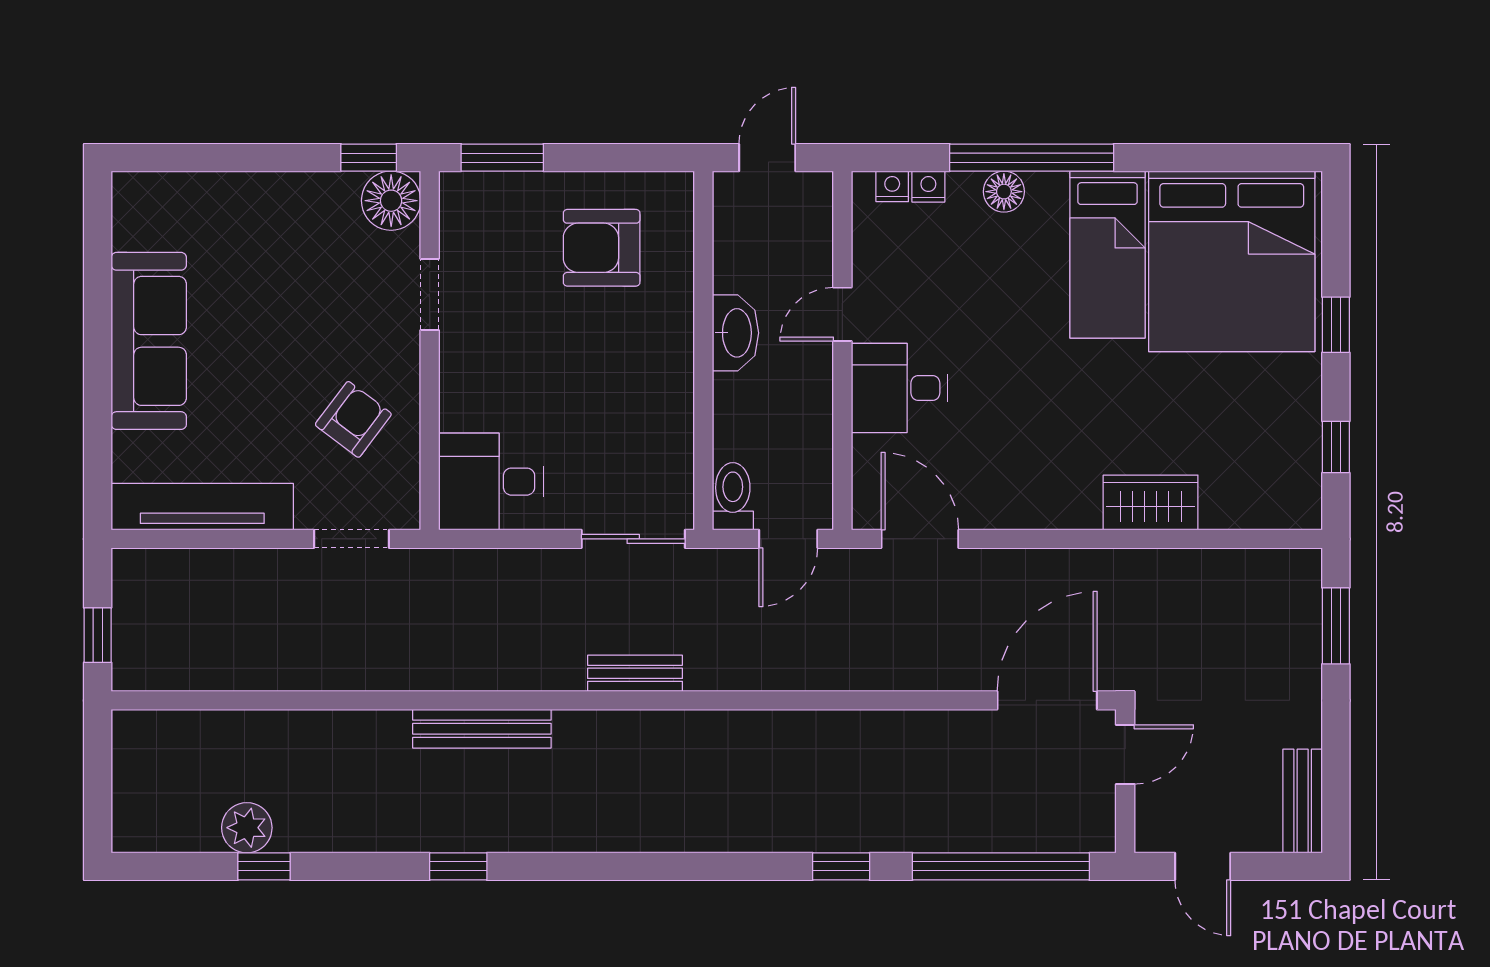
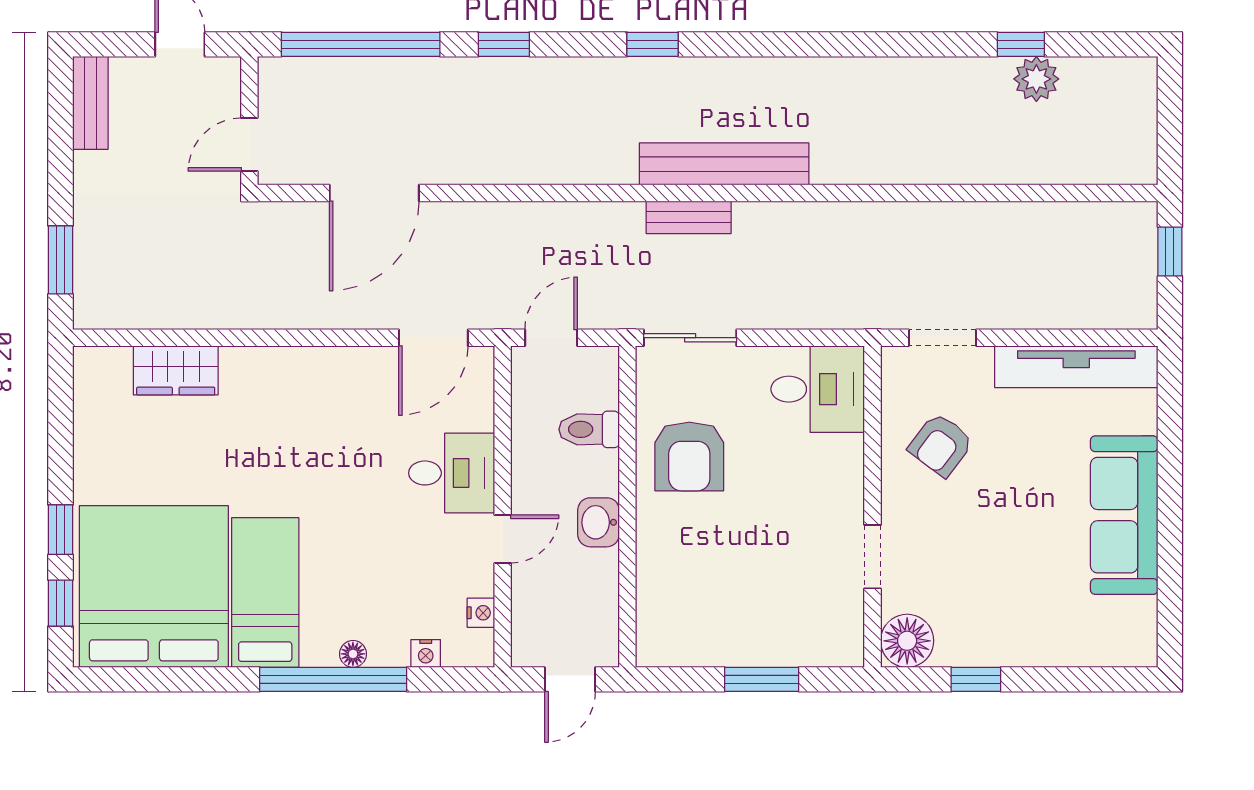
window: (369, 158) -> (976, 679), moved
window: (502, 158) -> (762, 679), moved
nightstand: (892, 186) -> (481, 613), moved, turned -90
floor lamp: (1004, 192) -> (353, 654), width x0.73, depth x0.73
armchair: (602, 248) -> (689, 456), moved, turned 90
washbasin: (736, 333) -> (598, 522), width x0.72
window: (1336, 447) -> (61, 603), moved
toilet: (733, 496) -> (589, 429), moved, turned 90
wardrobe: (1151, 502) -> (176, 370), moved
door: (920, 539) -> (433, 338), hinge flipped
door: (1047, 700) -> (374, 193), moved
bench: (482, 729) -> (724, 164), moved, width x1.37, depth x1.21
window: (458, 866) -> (653, 44), moved

